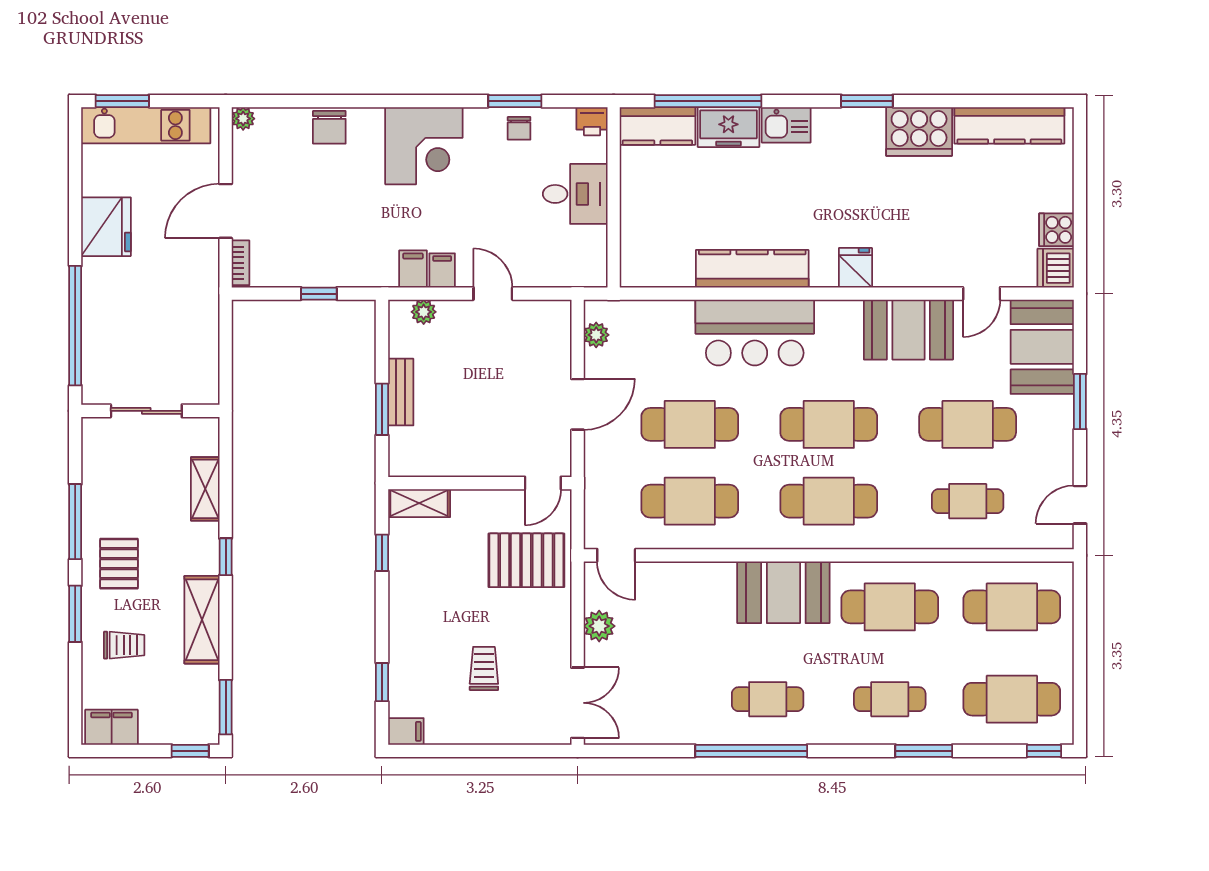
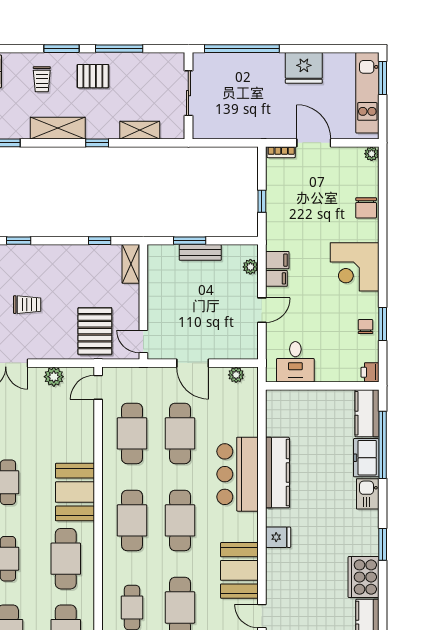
chair: (329, 127) -> (366, 208), turned -90
chair: (519, 128) -> (365, 327), turned 90
desk: (575, 194) -> (295, 362), moved

